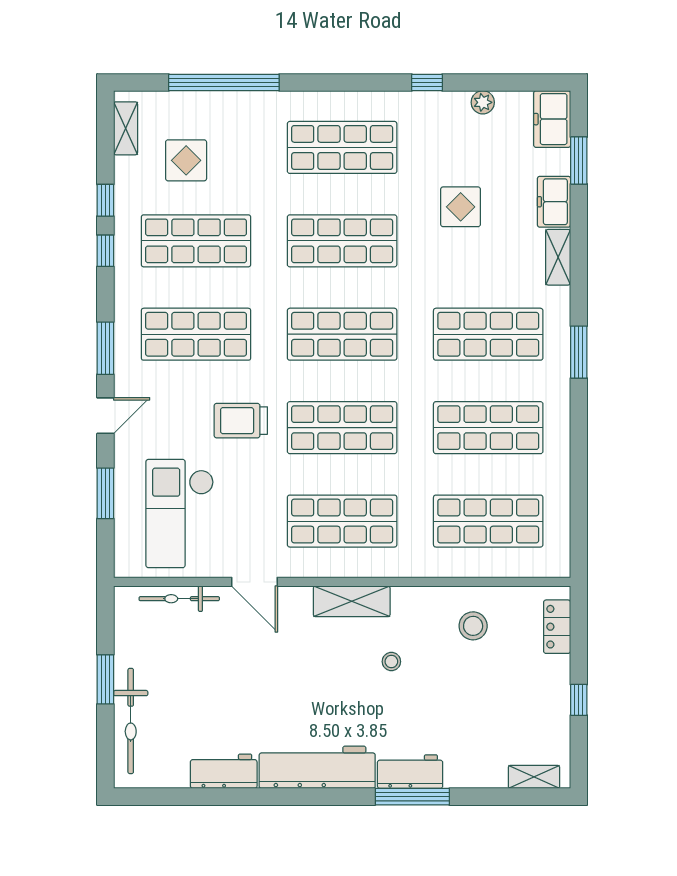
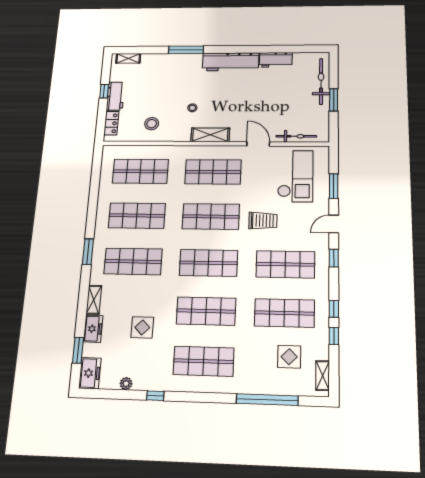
window: (105, 348) -> (334, 258), width x0.67
workbench: (410, 772) -> (115, 96), moved, turned -90

